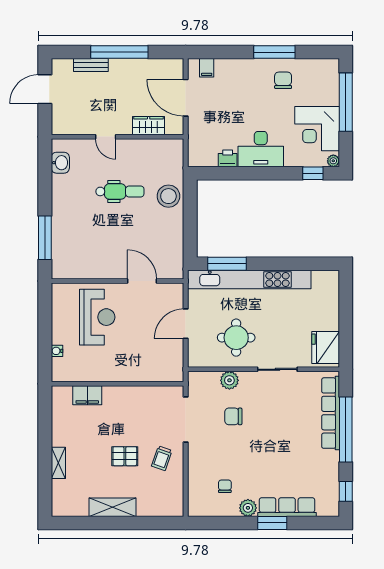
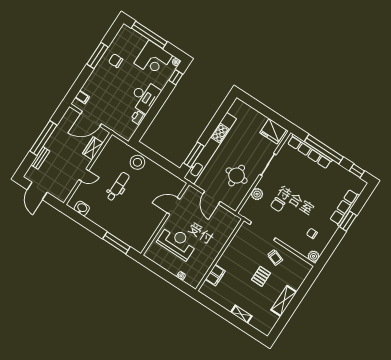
plant: (248, 508) -> (313, 256), moved

